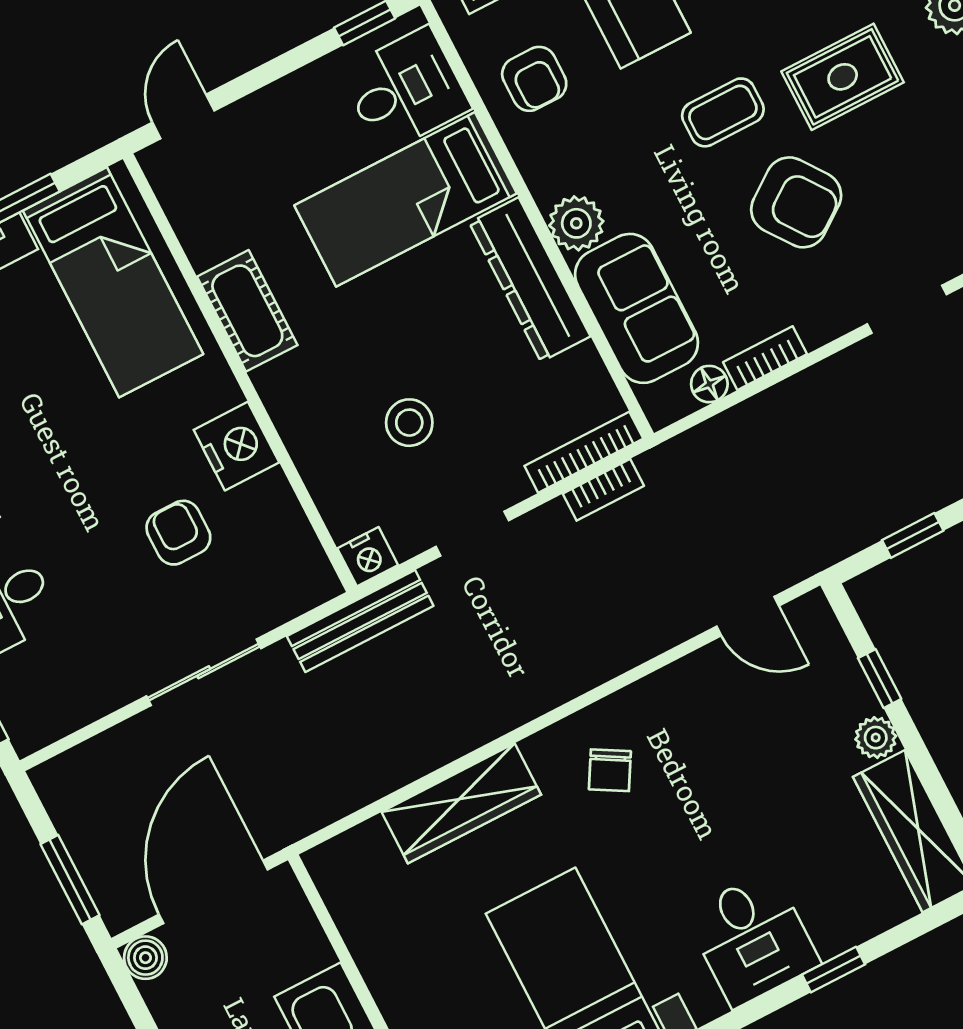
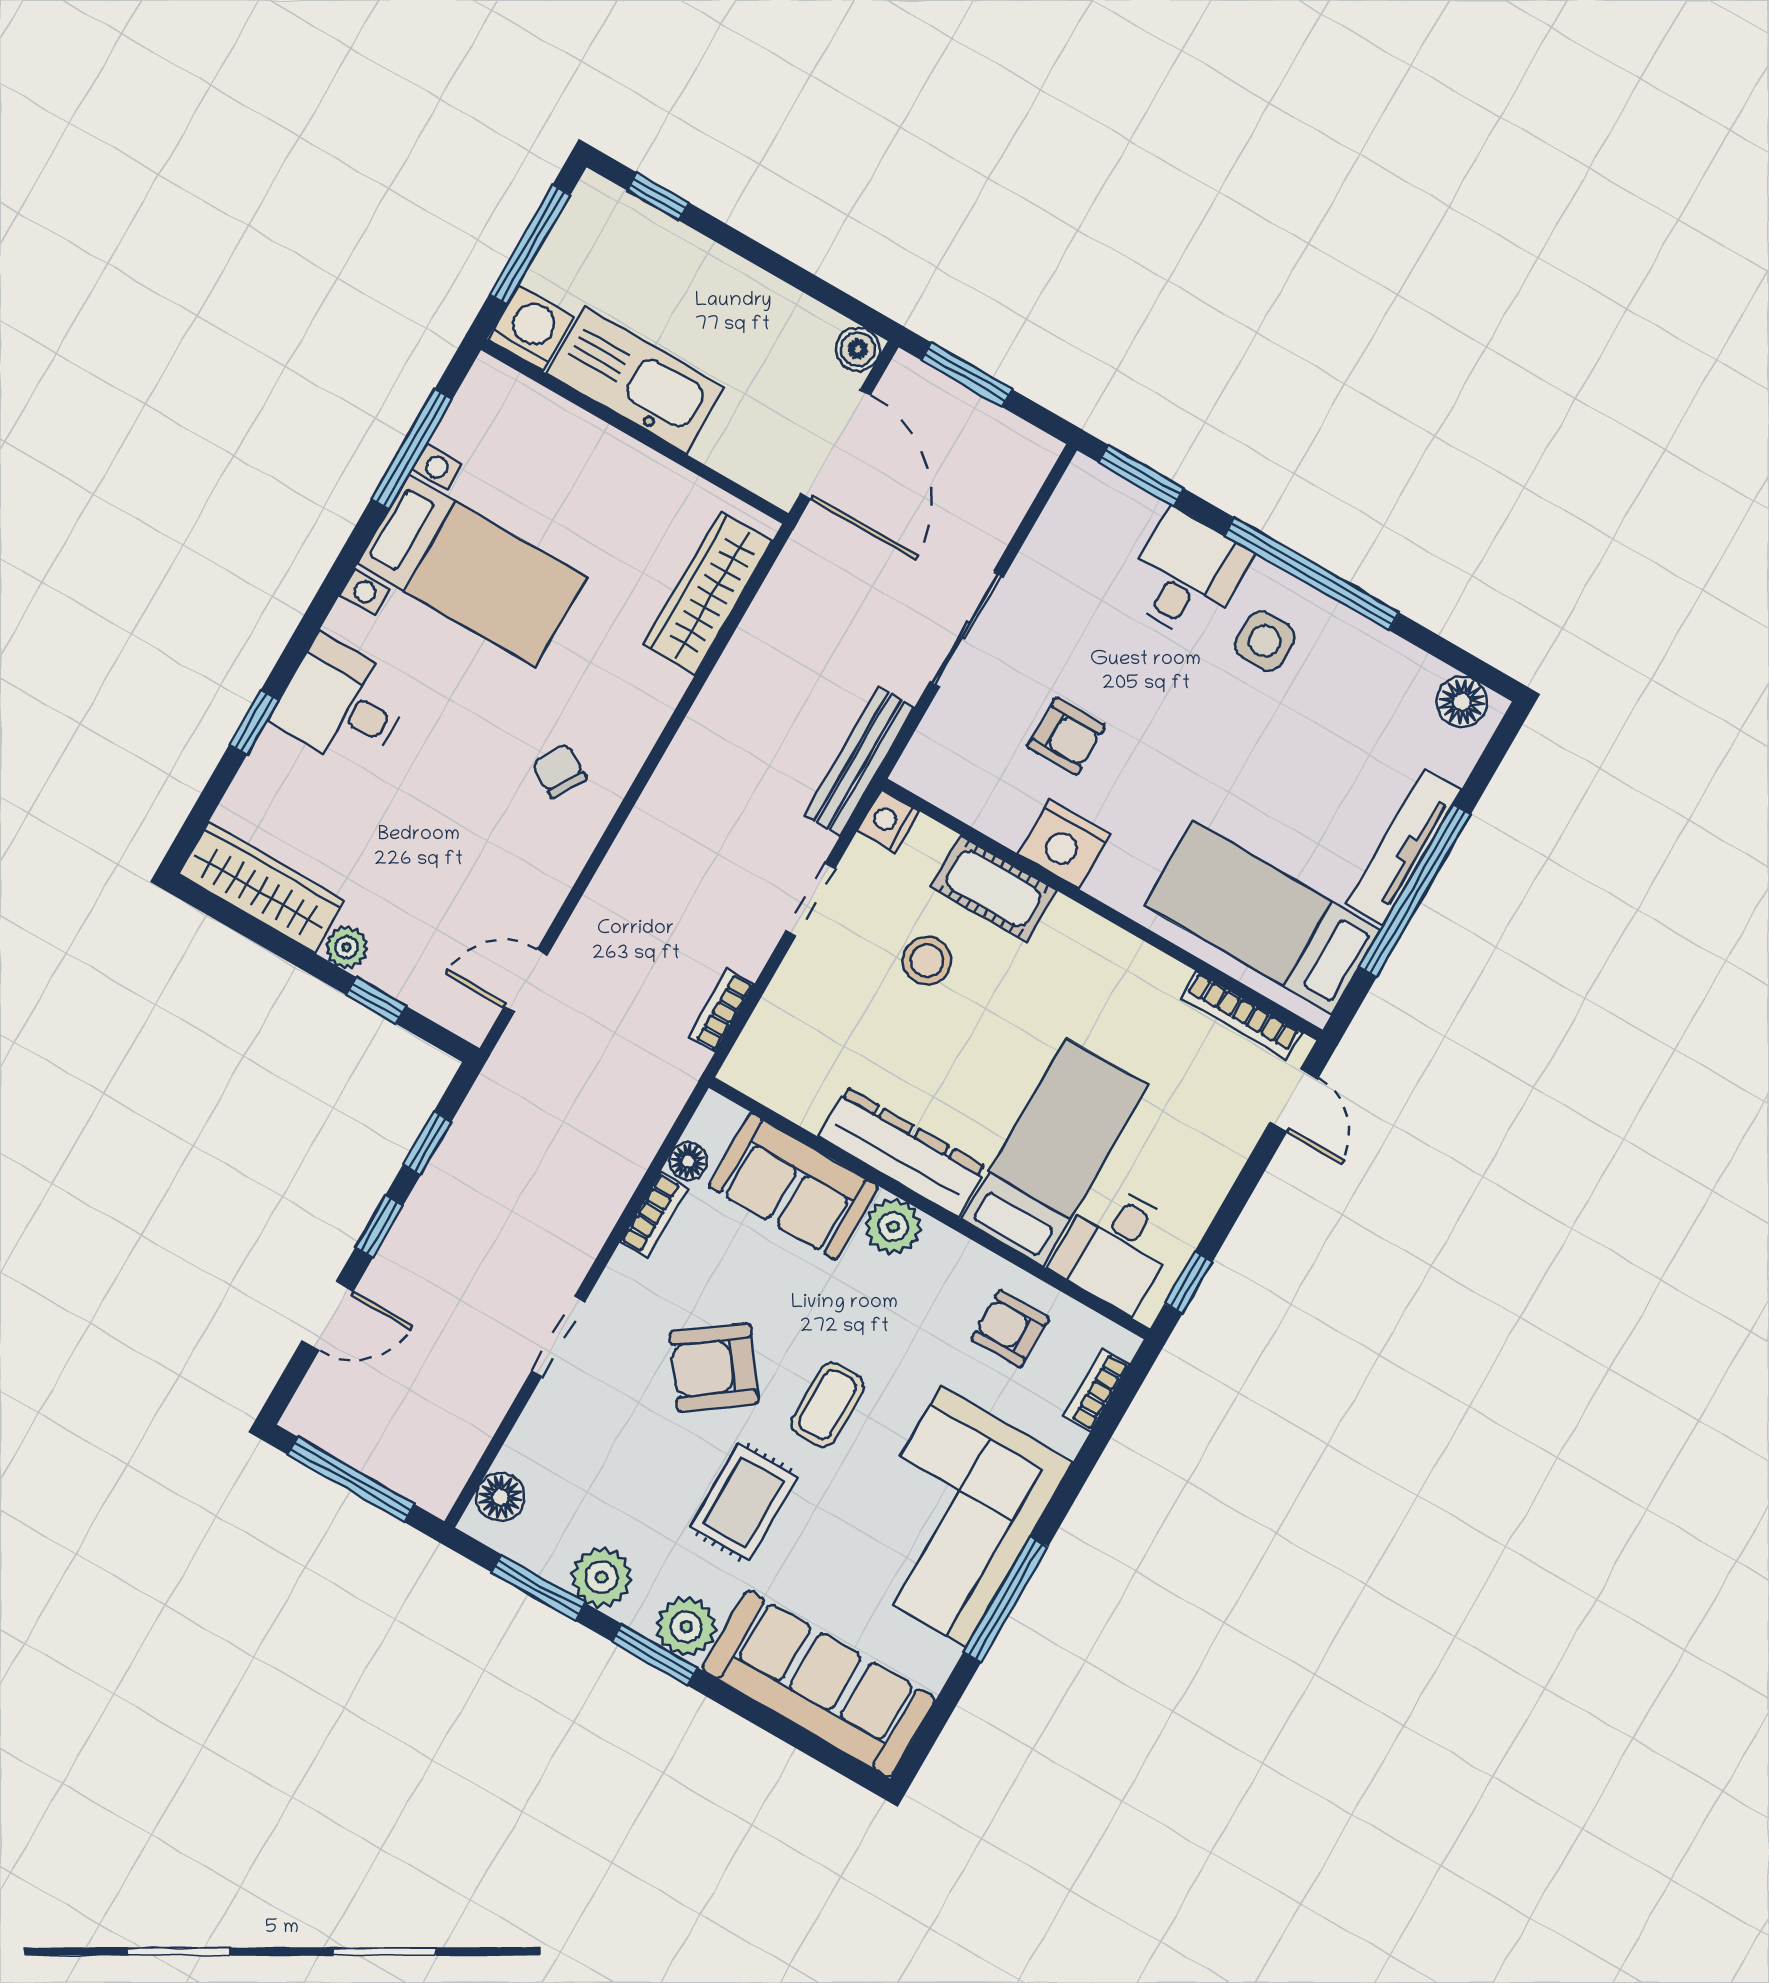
cot: (247, 311) -> (994, 889), moved
bookcase: (584, 452) -> (1241, 1015), moved, turned 90
wardrobe: (461, 803) -> (708, 593), moved

